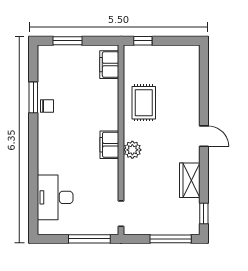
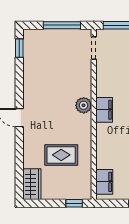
rug: (144, 103) -> (61, 155), moved, turned 90
wardrobe: (190, 180) -> (32, 184), moved
window: (171, 239) -> (62, 25), moved

